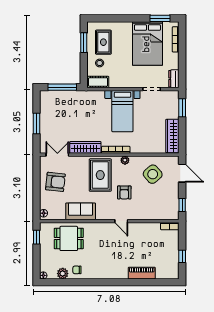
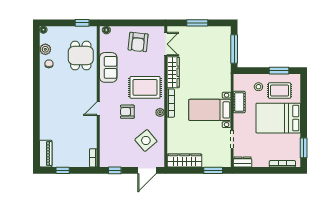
bed: (147, 44) -> (278, 118), moved
cot: (98, 82) -> (239, 102), moved
piano: (142, 273) -> (46, 154), moved

